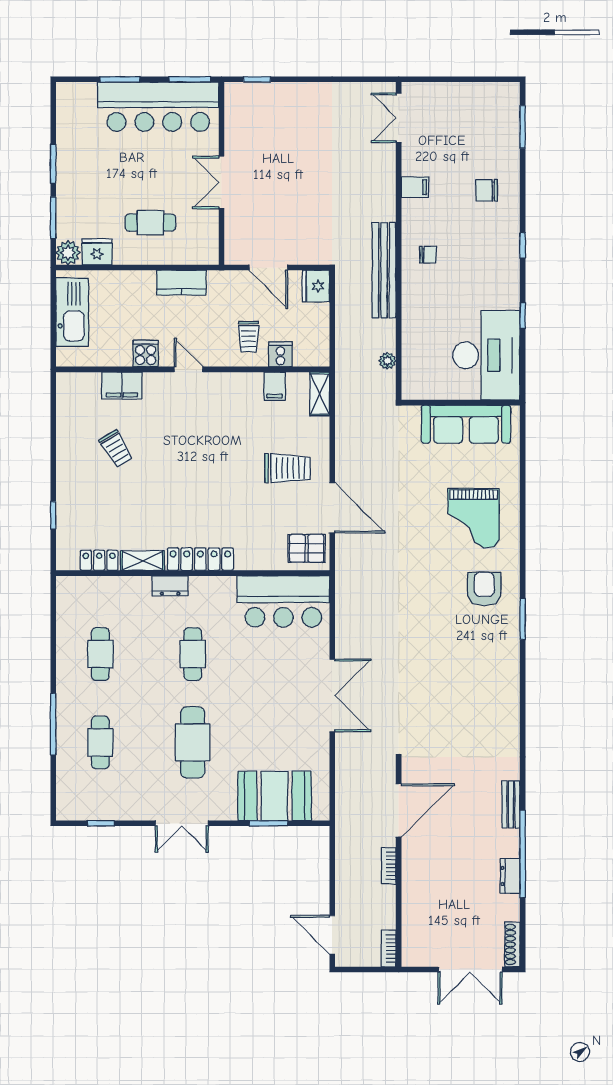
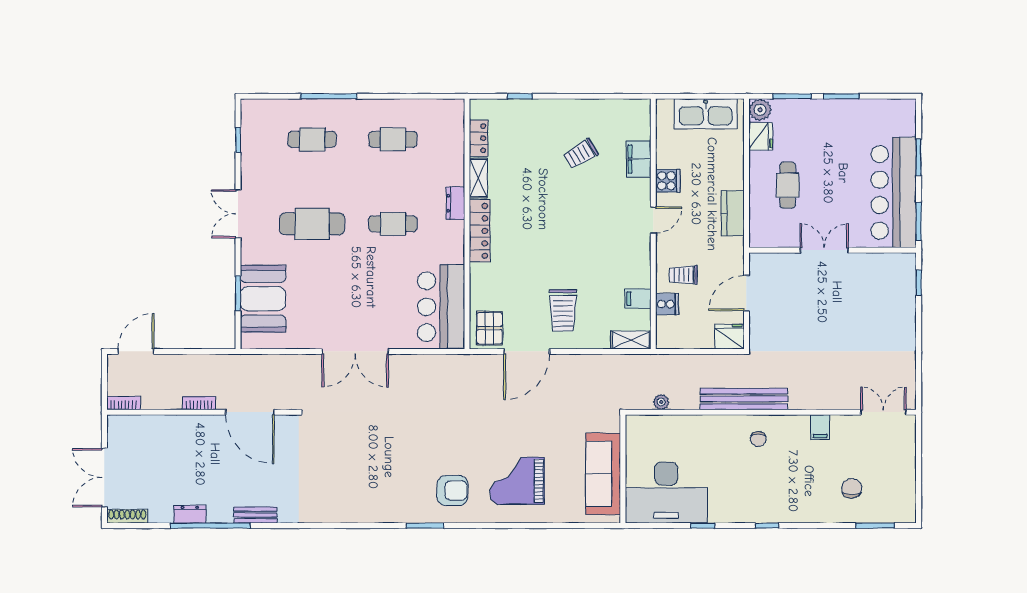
chair: (487, 190) -> (852, 488), moved

